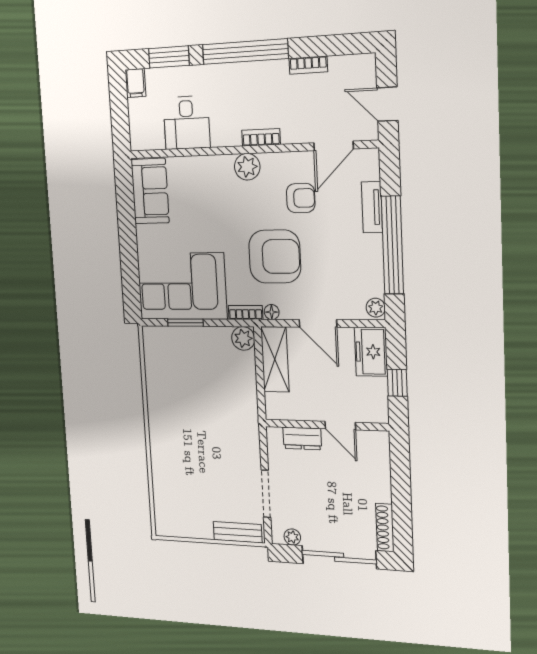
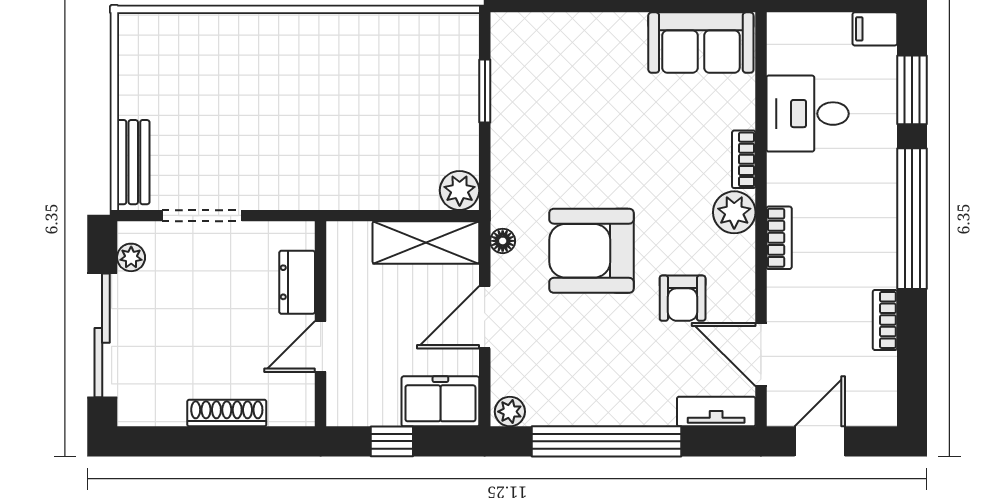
tv unit: (372, 207) -> (716, 412), moved
armchair: (275, 257) -> (592, 251), turned 90
corner sofa: (182, 286) -> (545, 89), removed
bookcase: (246, 312) -> (744, 159), moved, turned 180
shoe rack: (385, 528) -> (227, 413), moved

